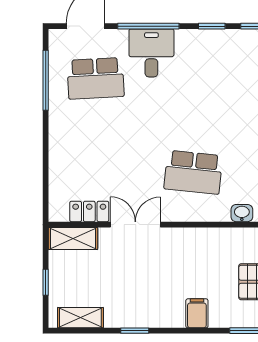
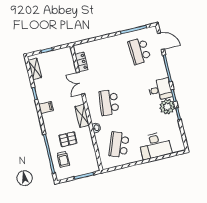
plant: (233, 46) -> (167, 107), added
desk: (151, 53) -> (160, 89), moved
double door: (135, 225) -> (81, 83), swing flipped
shelving: (73, 238) -> (82, 116), moved
filing cabinet: (197, 313) -> (46, 107), moved

